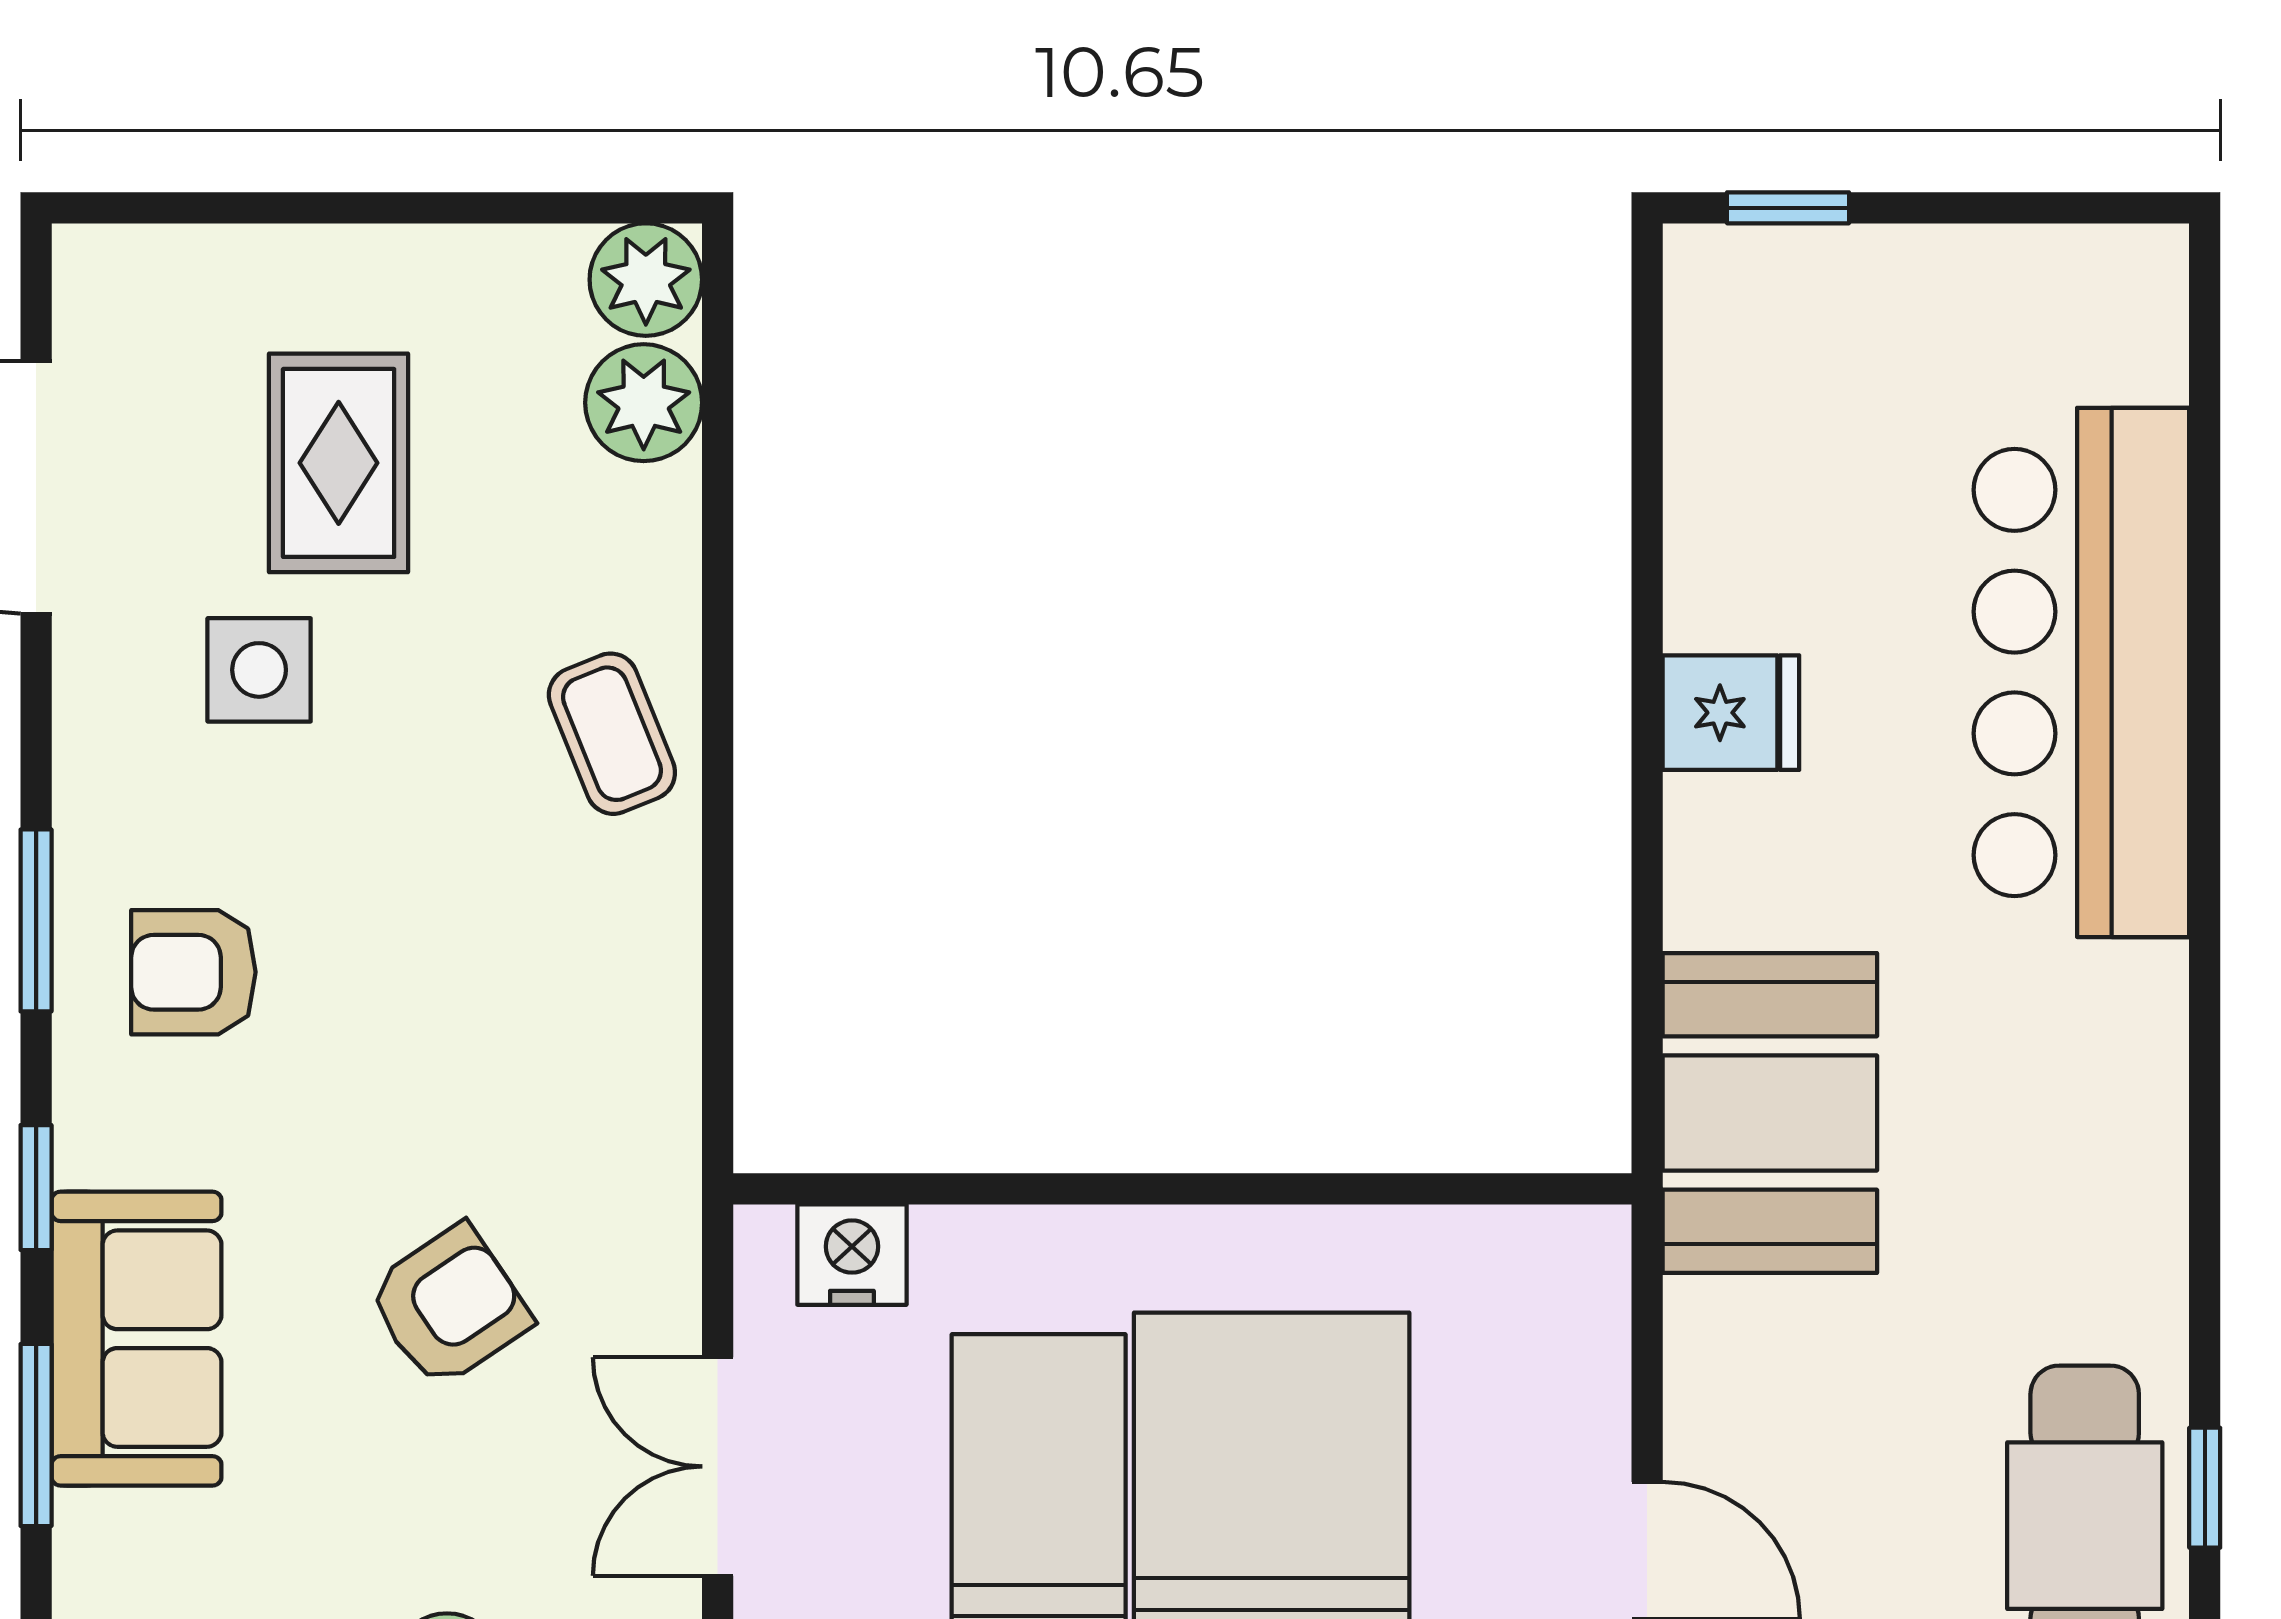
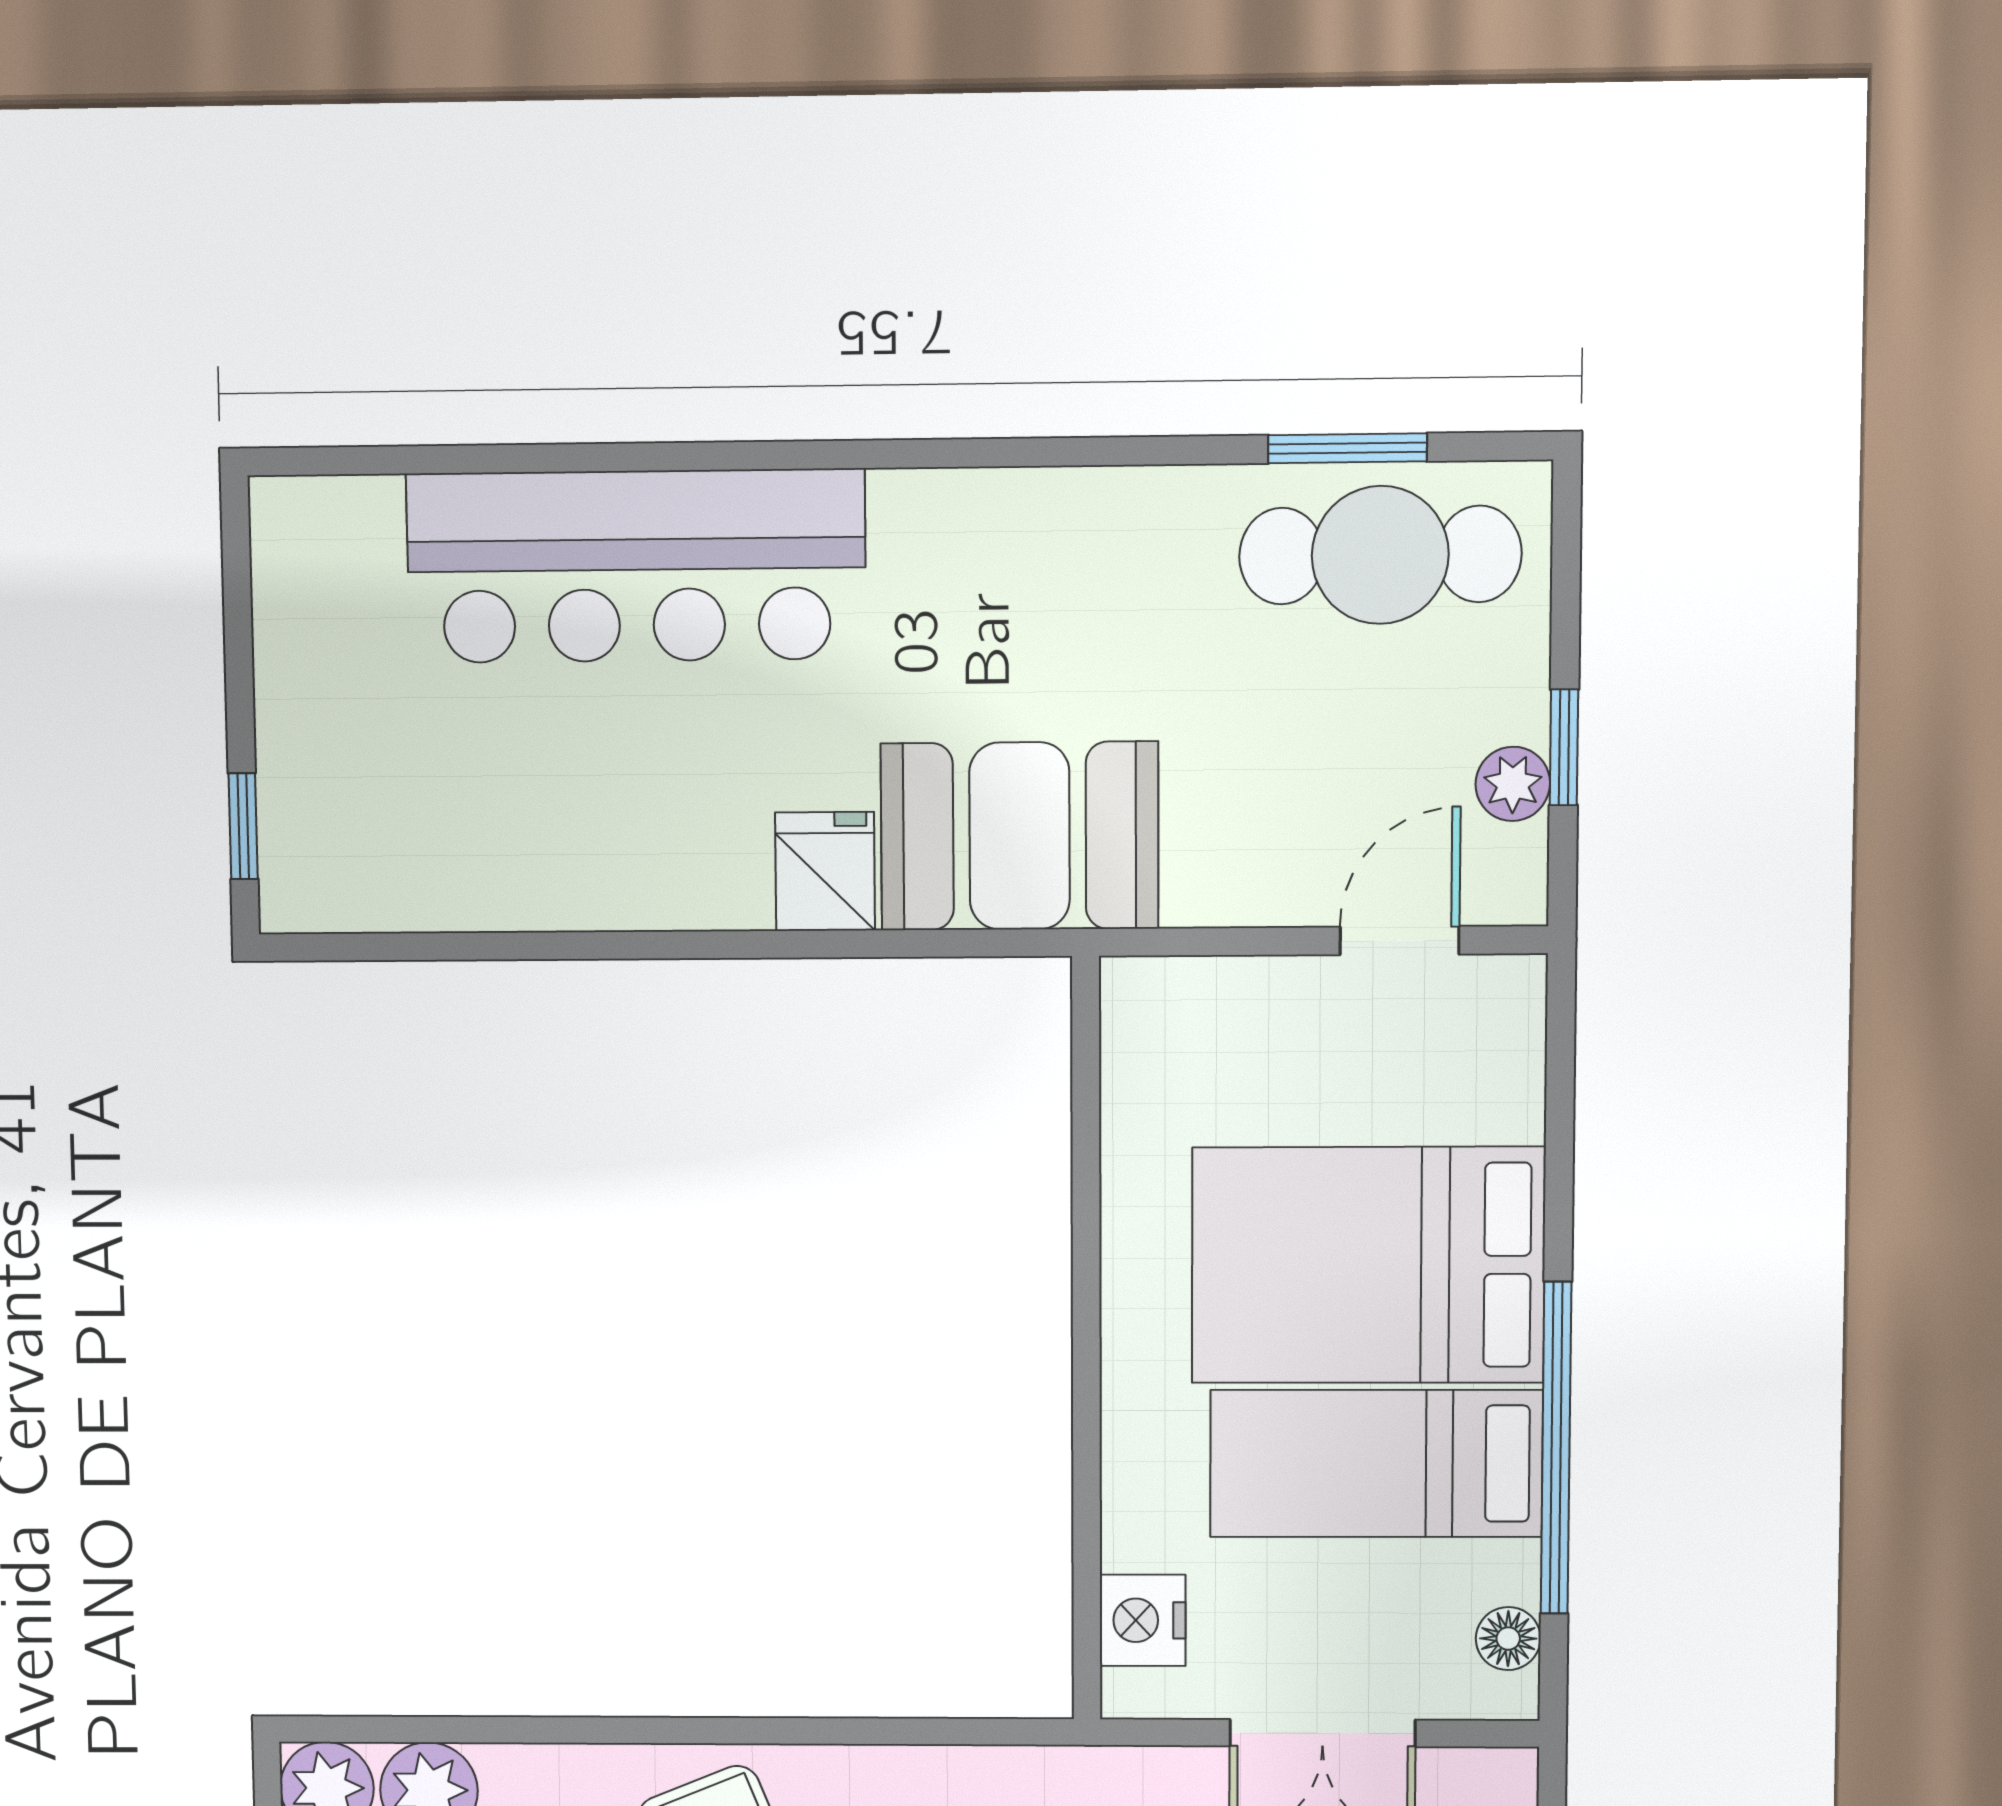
fridge: (1731, 713) -> (825, 871), moved
window: (2205, 1488) -> (1347, 448), width x1.50

